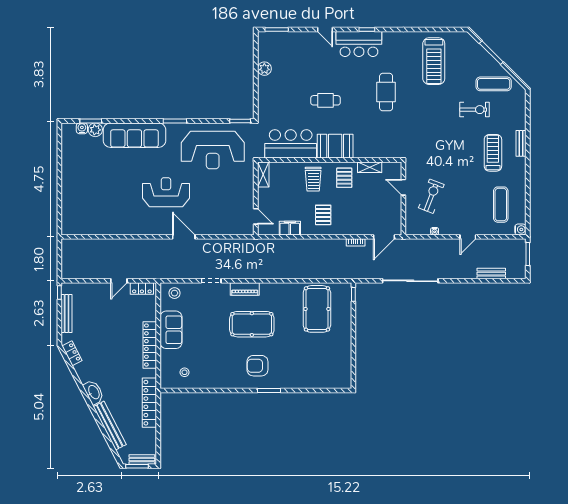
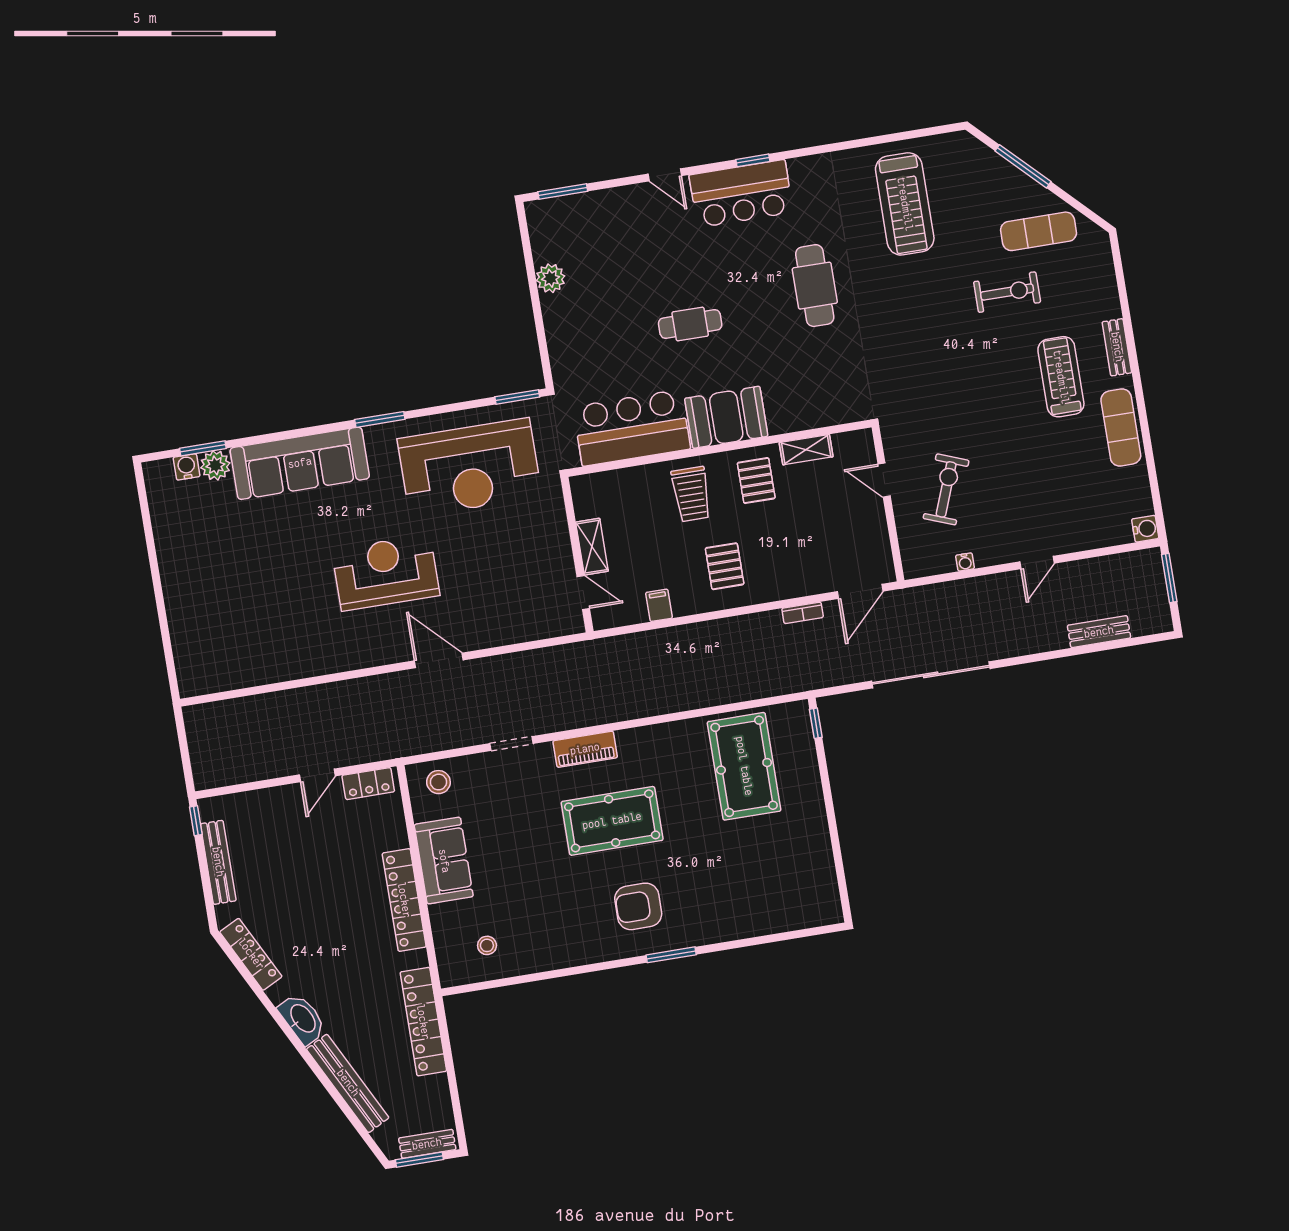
shelving: (263, 174) -> (592, 547), moved
exercise mat: (501, 205) -> (1121, 427), moved
filing cabinet: (290, 228) -> (659, 605), width x0.50
locker: (72, 353) -> (251, 954), width x1.53

